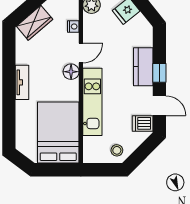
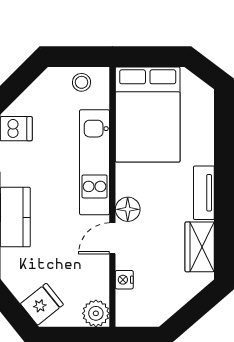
wardrobe: (35, 23) -> (200, 247), moved, turned -49
stool: (117, 150) -> (82, 82), moved

